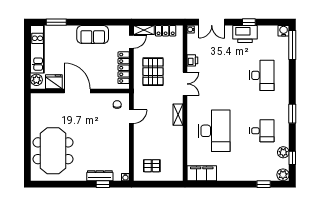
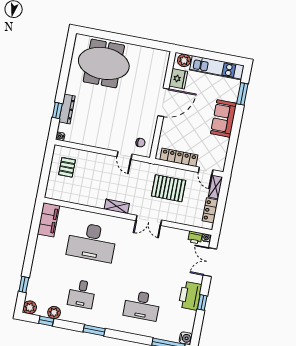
sofa: (93, 35) -> (224, 118), moved
printer: (192, 60) -> (195, 238), moved

